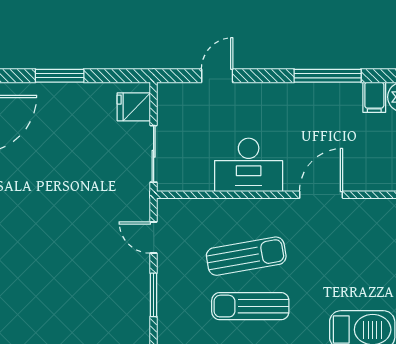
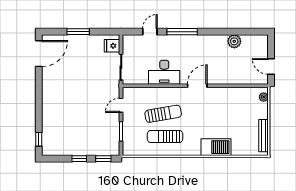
window: (328, 76) -> (182, 32), moved
filing cabinet: (374, 97) -> (221, 41), removed
door: (154, 238) -> (121, 105), hinge flipped

